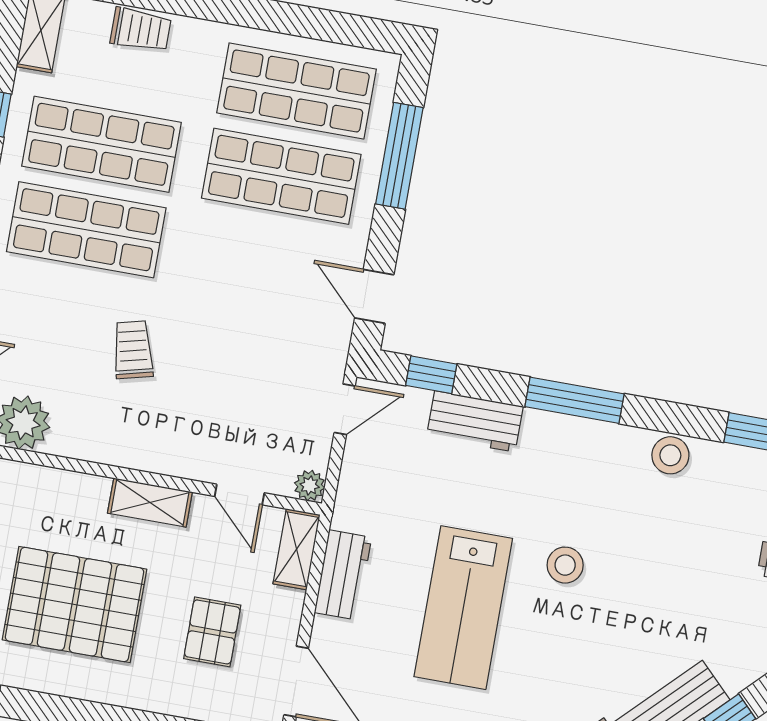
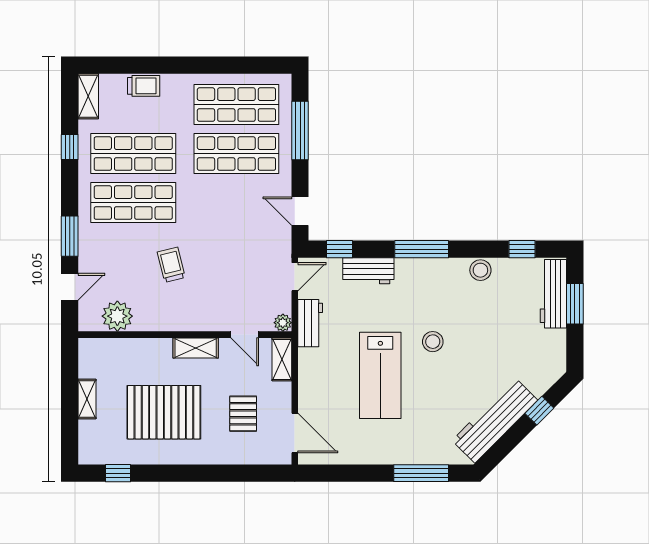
workbench: (343, 575) -> (310, 323), moved

